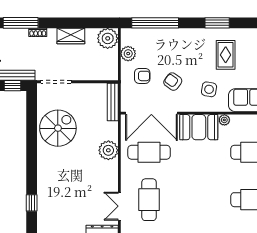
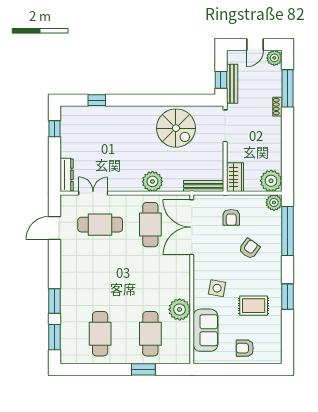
wardrobe: (71, 36) -> (235, 177), moved, turned 180
plant: (128, 54) -> (274, 203), moved
armchair: (173, 82) -> (249, 249), moved
plant: (224, 120) -> (180, 309), width x1.88, depth x1.88
booth: (199, 127) -> (177, 277), removed

